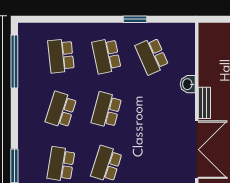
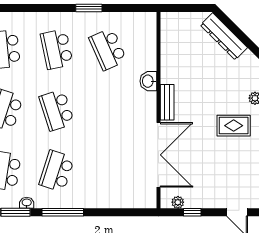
school desk: (106, 110) -> (57, 110), turned -33

